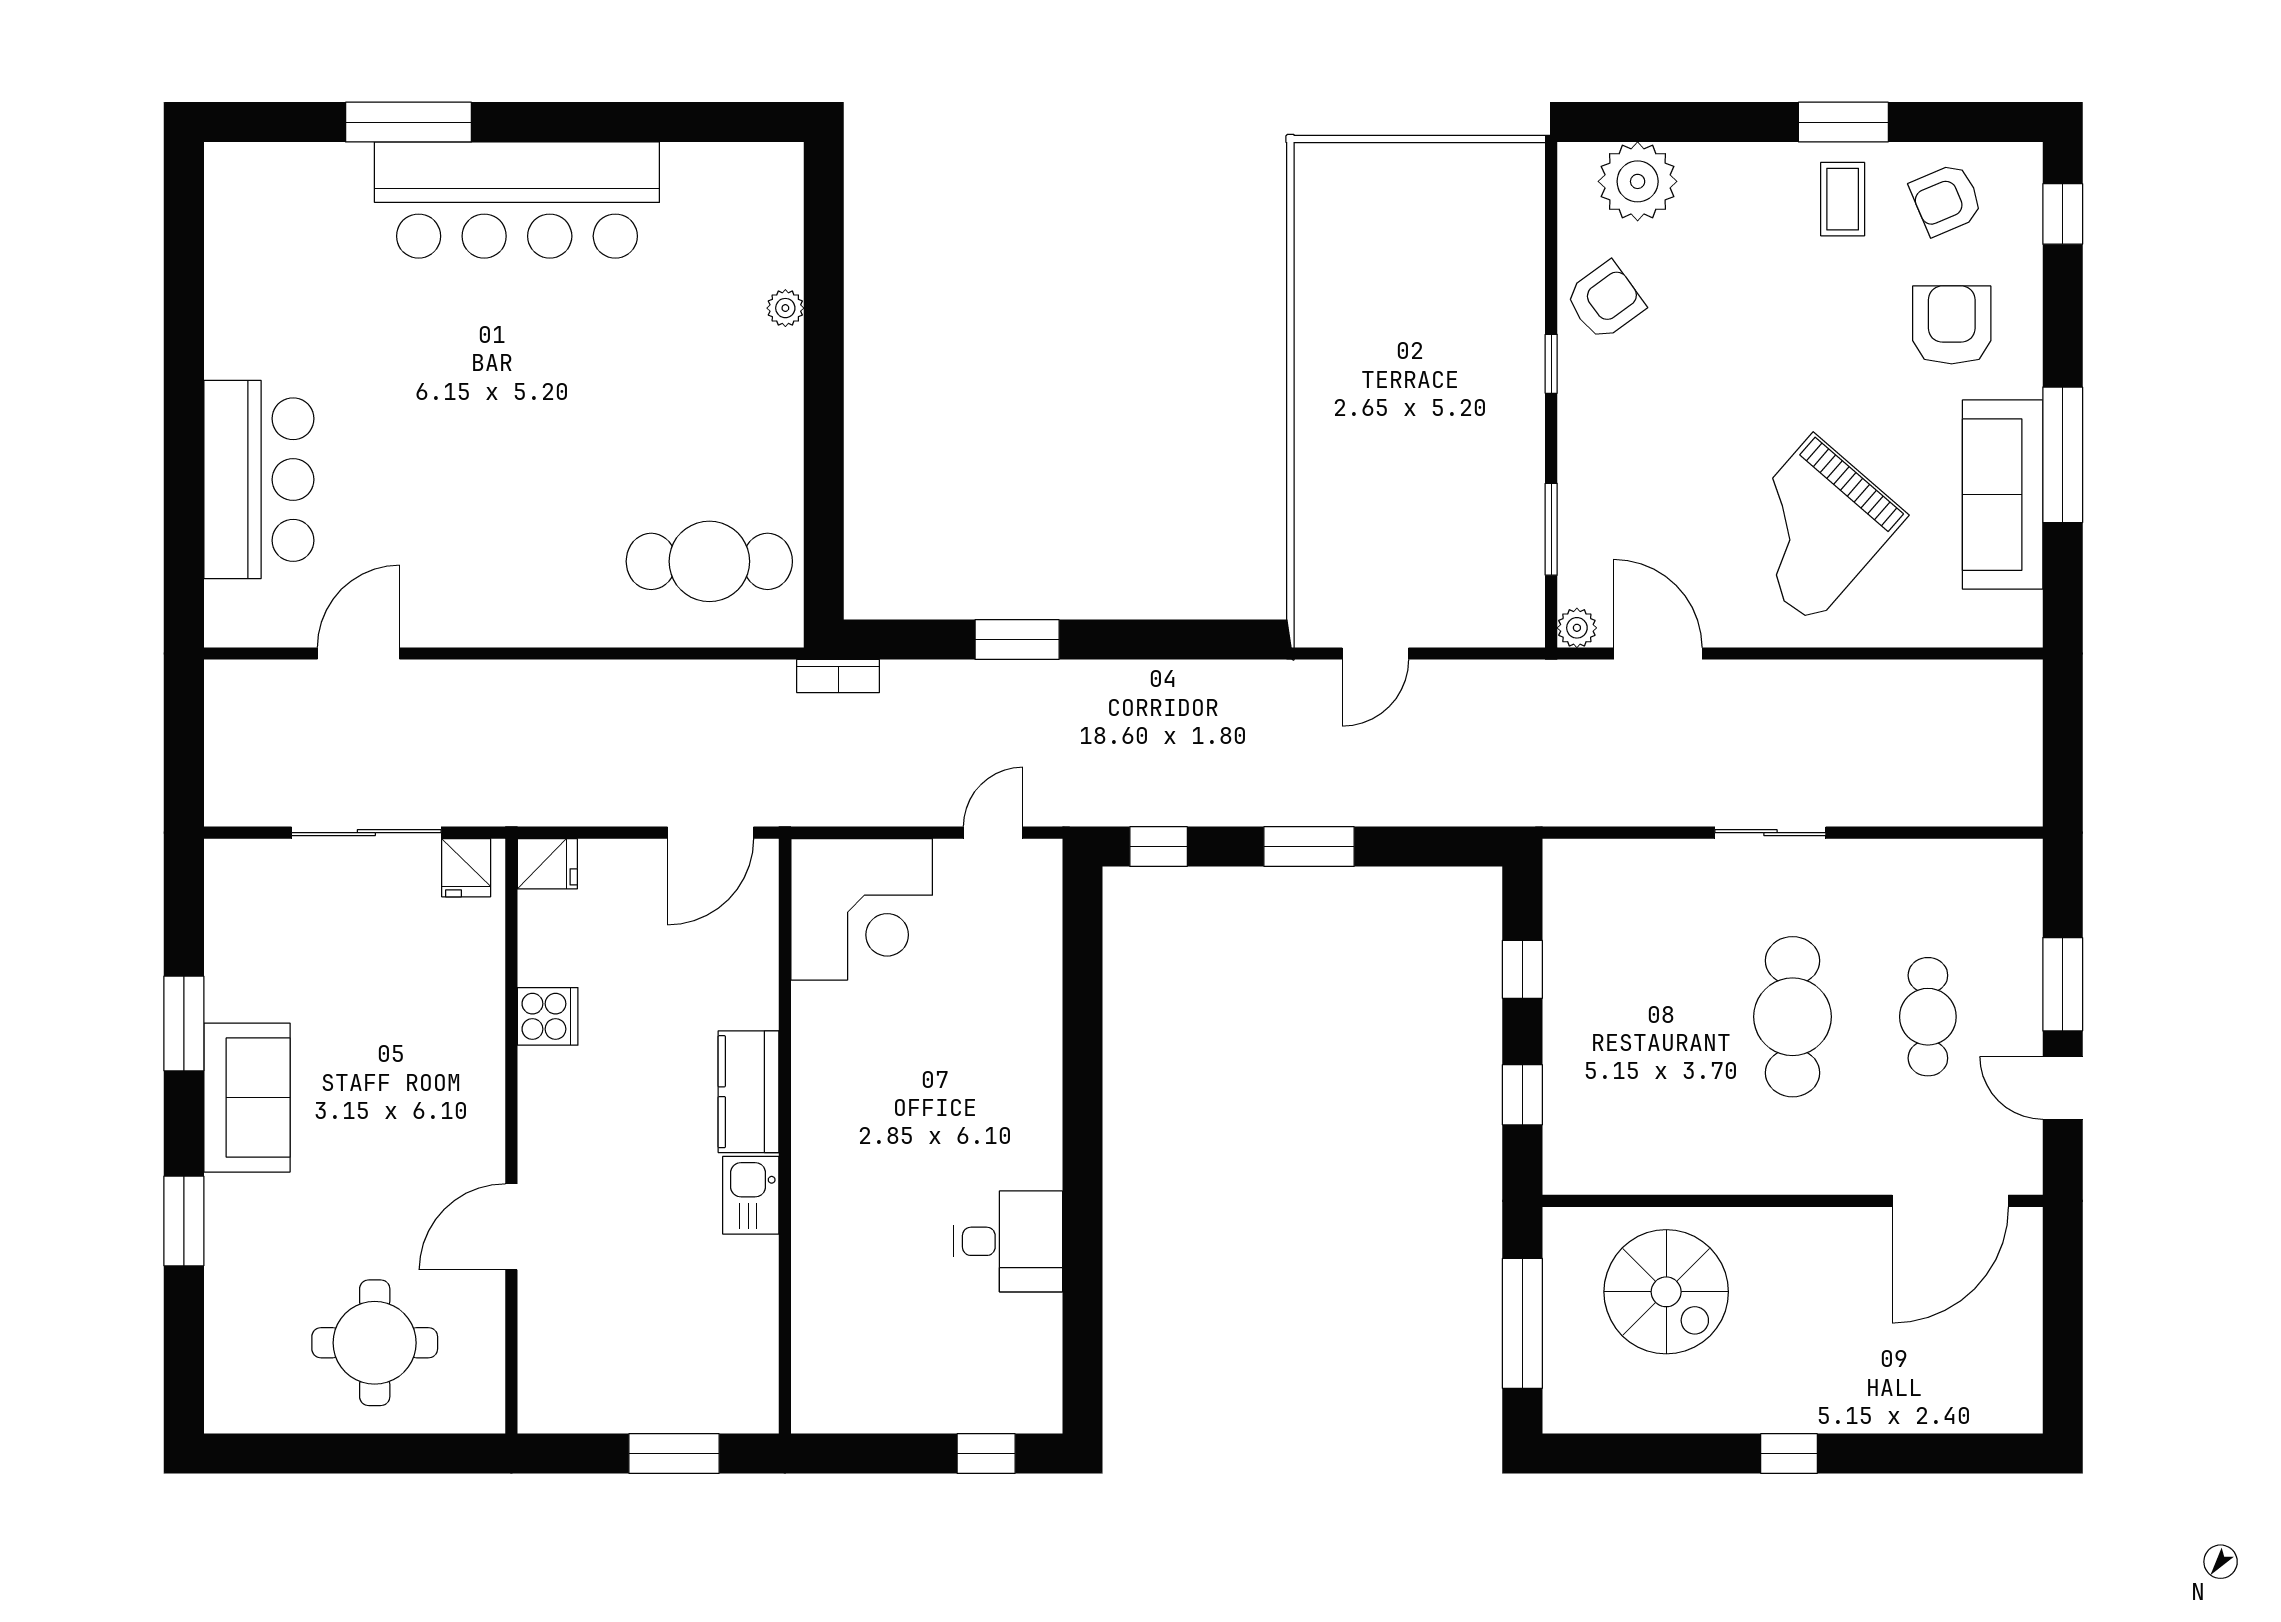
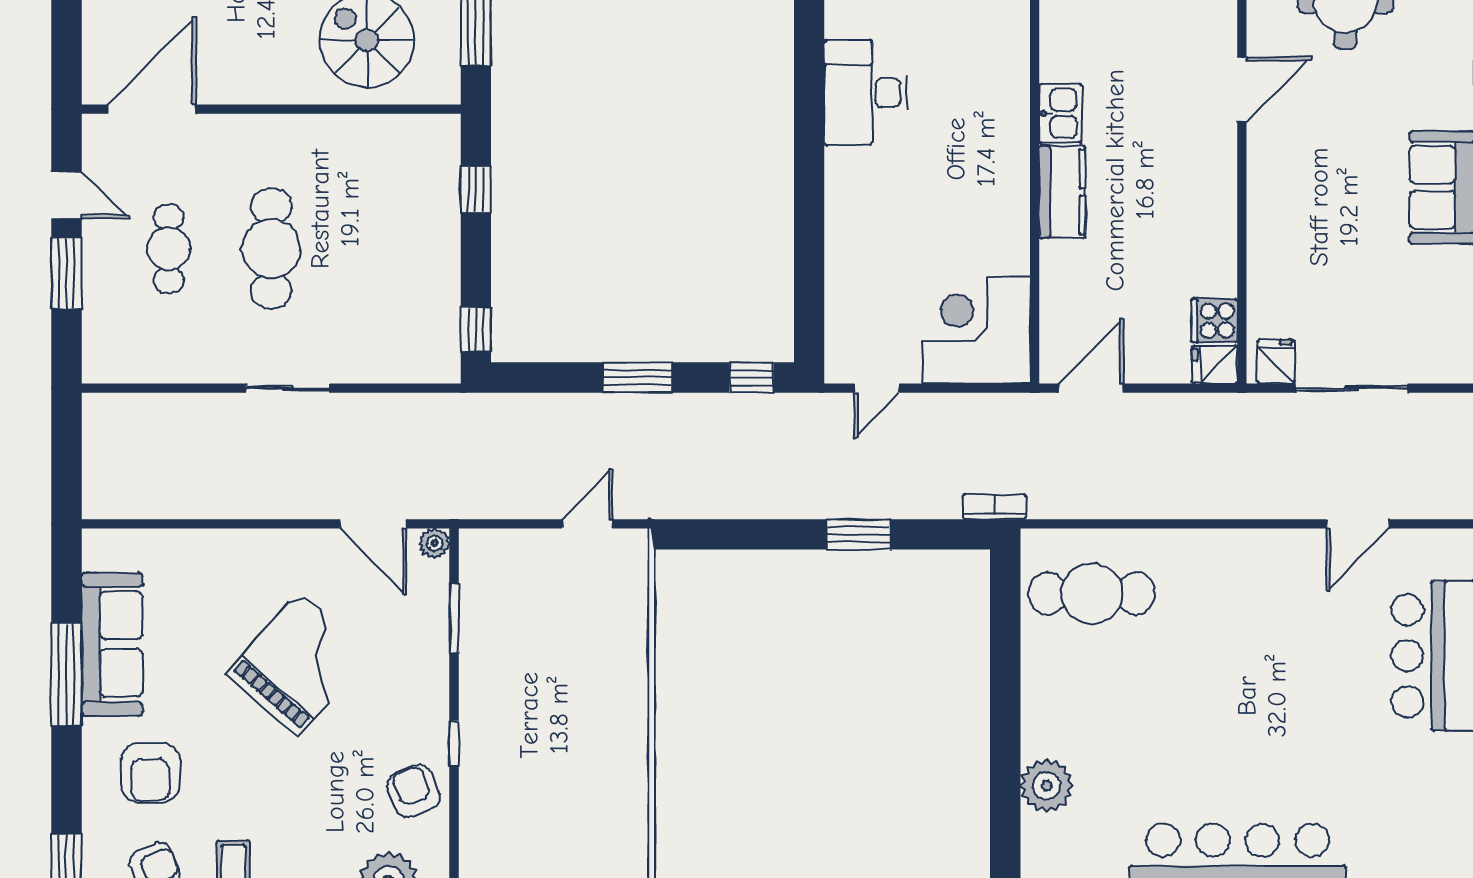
armchair: (1605, 301) -> (413, 791), turned 105
plant: (785, 308) -> (1047, 786), width x1.88, depth x1.88
grand piano: (1813, 529) -> (298, 664), moved
window: (1522, 969) -> (476, 329), moved
cooker: (548, 1016) -> (1214, 321), moved
desk: (1008, 1241) -> (865, 93), width x1.37

